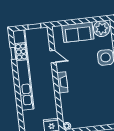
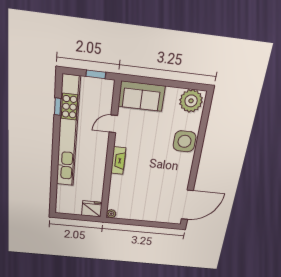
sofa: (78, 32) -> (142, 96), moved
door: (53, 57) -> (113, 124), swing flipped

